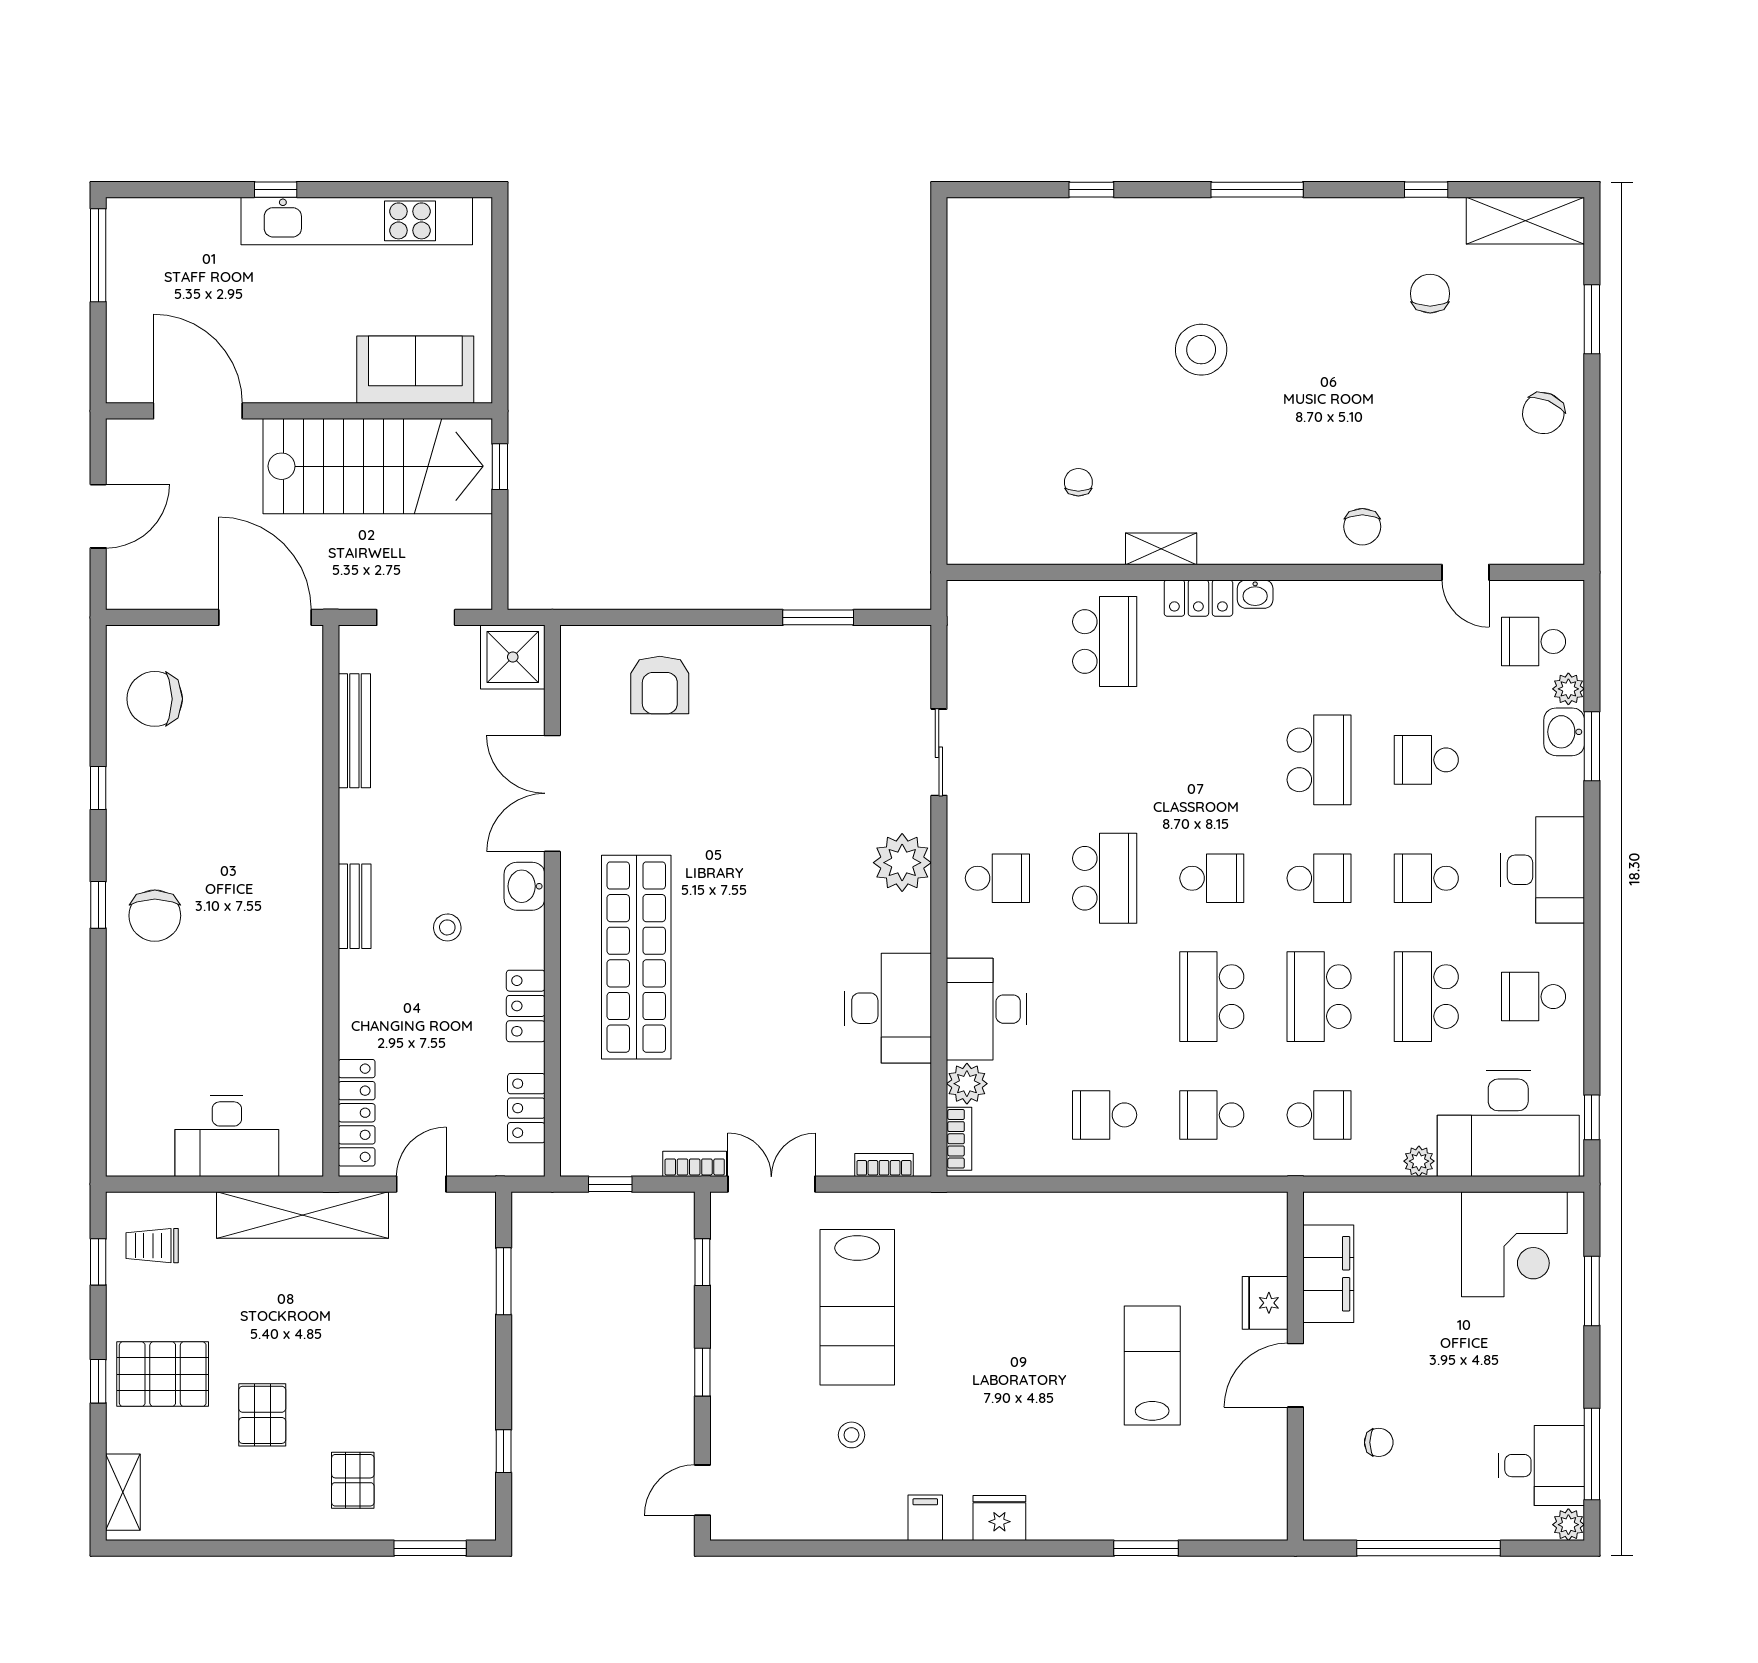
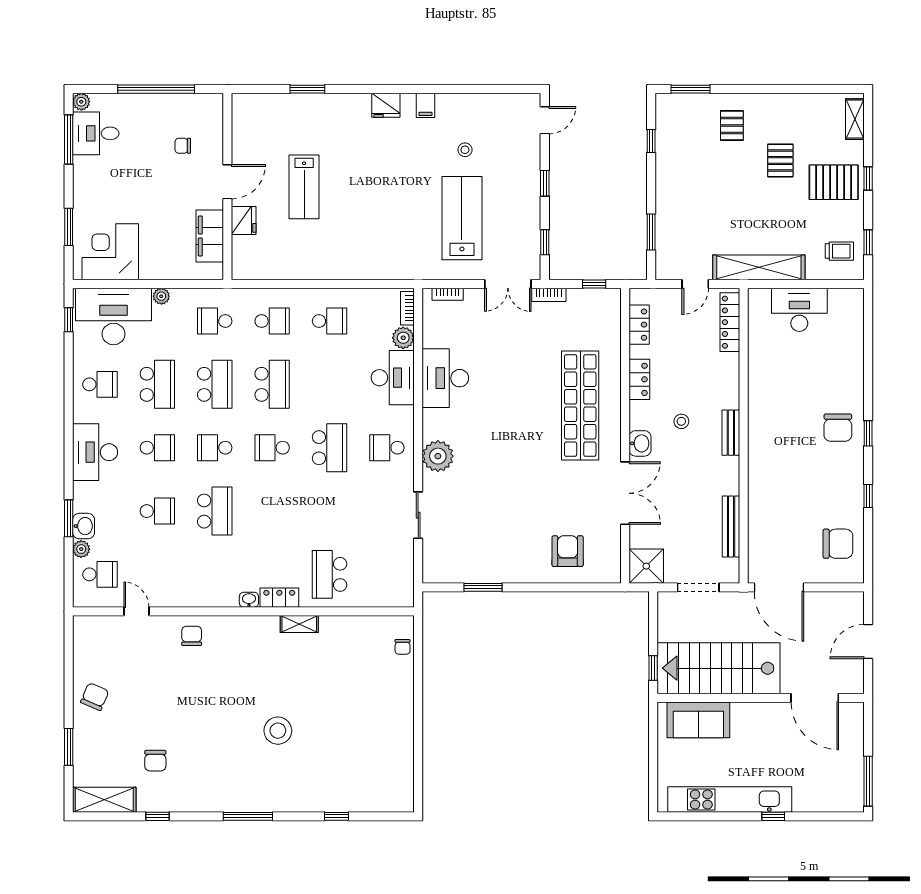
chair: (1078, 482) -> (403, 647), moved
school desk: (1319, 760) -> (215, 511), turned 180
school desk: (1105, 878) -> (330, 448), turned 180
chair: (155, 916) -> (838, 428), turned 180

